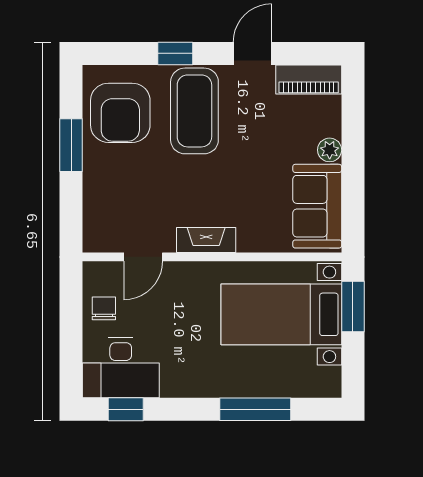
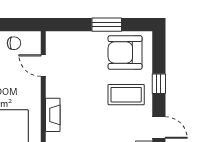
coffee table: (194, 111) -> (126, 95), width x0.73, depth x0.76
fireplace: (206, 240) -> (53, 115), moved

